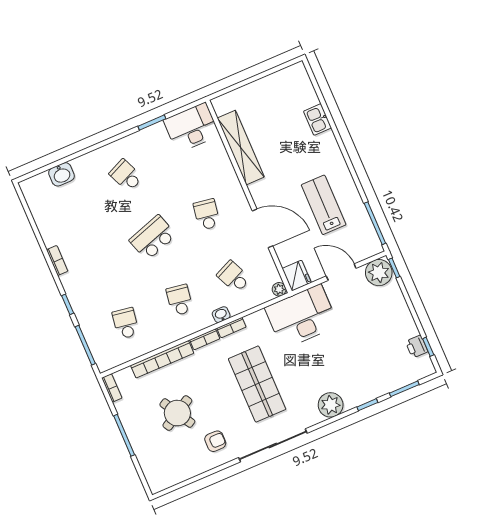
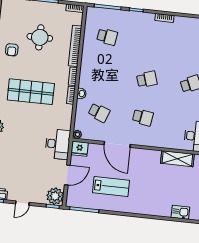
kitchen sink: (318, 120) -> (180, 212), moved
shelving: (241, 148) -> (177, 159), width x0.68
door: (262, 228) -> (117, 144), hinge flipped
school desk: (153, 238) -> (147, 79), width x0.54
school desk: (234, 277) -> (99, 113), turned 45
school desk: (180, 300) -> (103, 75), removed
door: (413, 311) -> (22, 203), added
desk: (302, 317) -> (58, 144), width x0.73, depth x0.77
round table: (177, 413) -> (40, 37), turned 30

